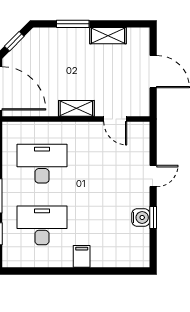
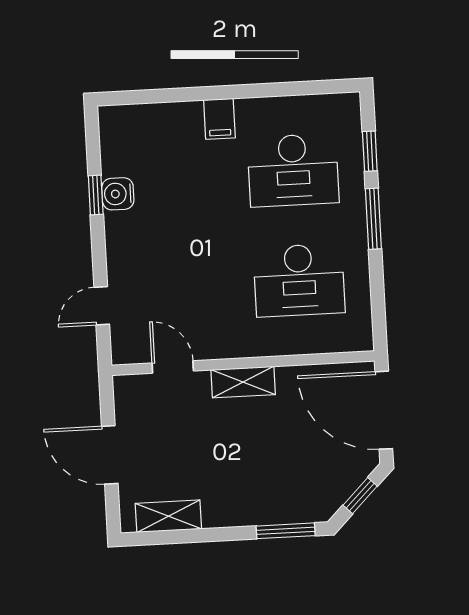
window: (73, 24) -> (286, 531), moved
shelving: (108, 36) -> (168, 516), moved
door: (153, 176) -> (102, 306), moved

